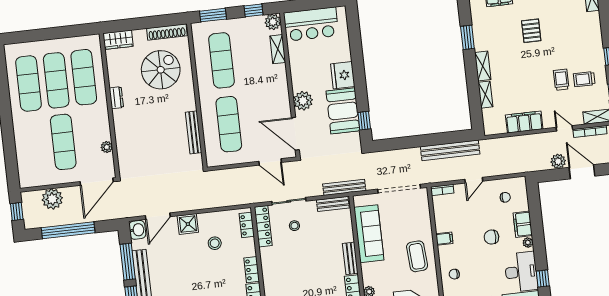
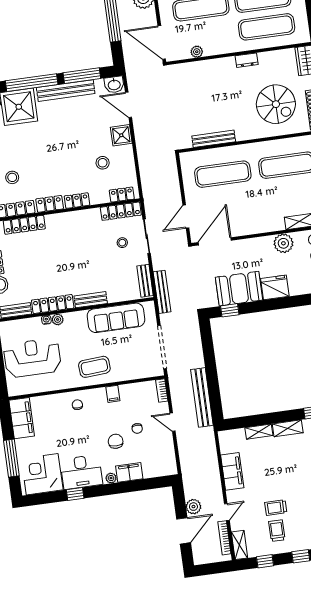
trolley: (561, 80) -> (276, 508), turned 180
plant: (303, 101) -> (283, 243), moved
chair: (505, 197) -> (137, 428), moved

